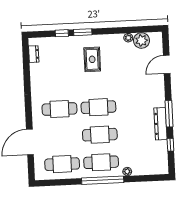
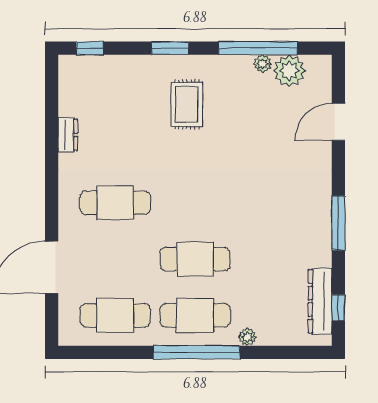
window: (126, 30) -> (258, 48), added
window: (62, 33) -> (90, 48), moved
dresser: (34, 54) -> (68, 135), moved
cafe table: (98, 107) -> (195, 203), removed
dresser: (161, 124) -> (320, 301), moved
window: (170, 145) -> (338, 308), moved

